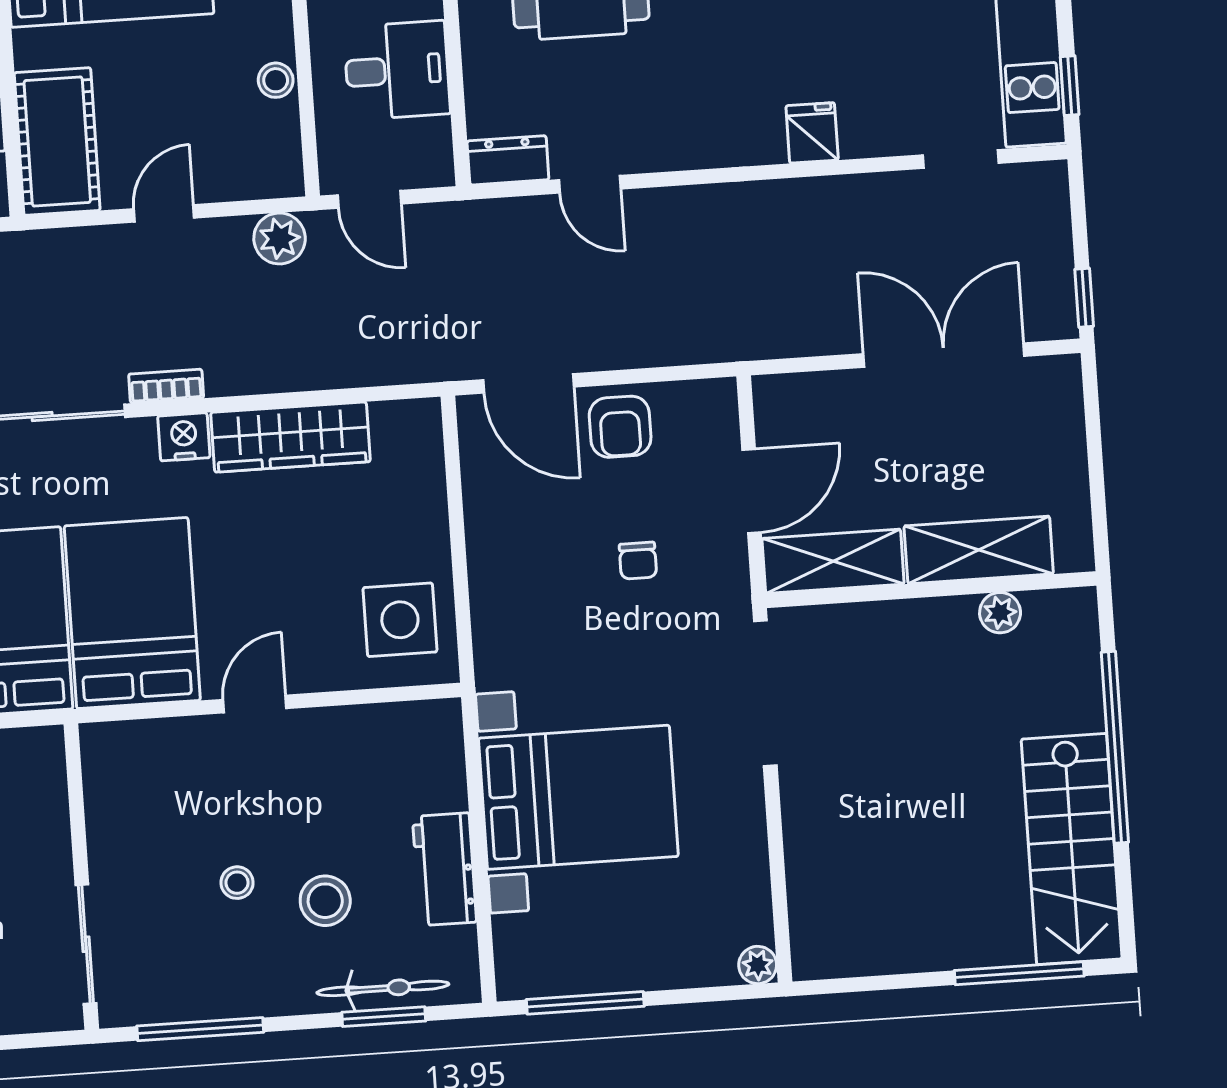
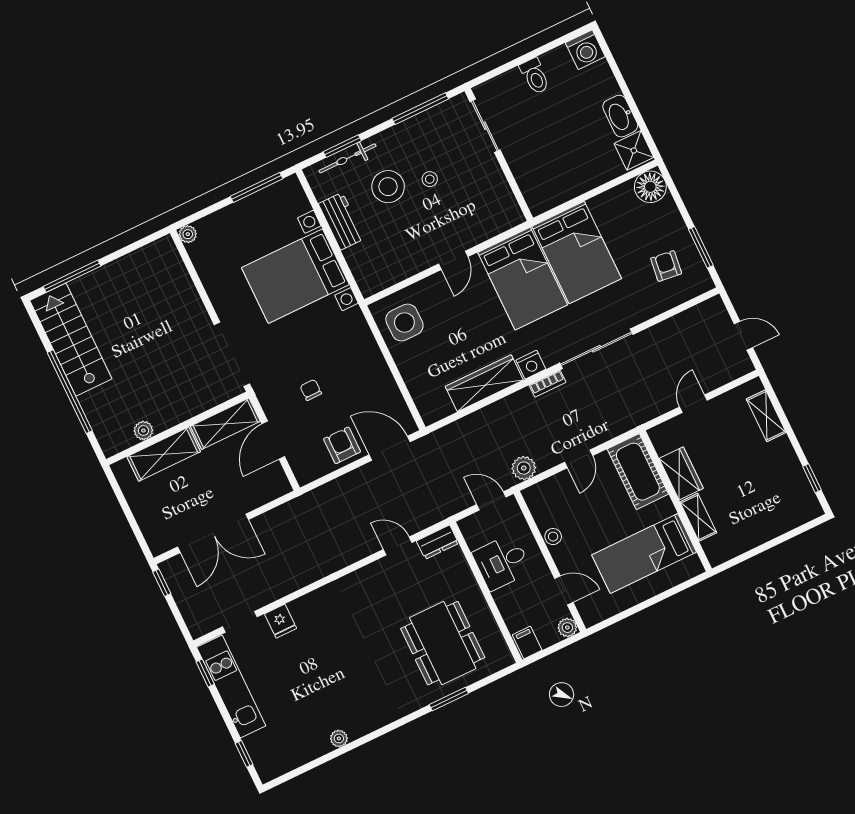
fridge: (812, 133) -> (281, 621), moved
stool: (325, 901) -> (388, 187), width x1.38, depth x1.38

